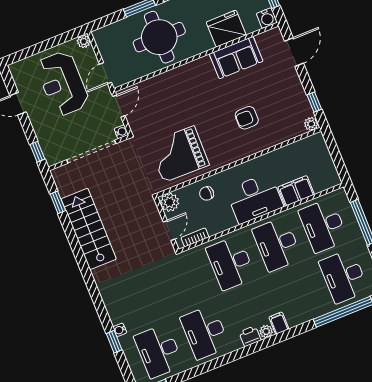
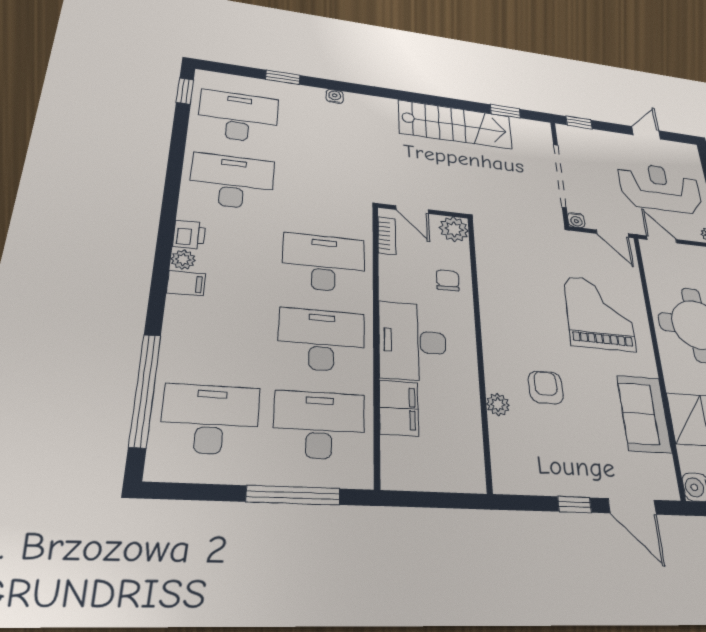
window: (314, 102) -> (575, 505), moved
plant: (311, 124) -> (498, 404), moved
grand piano: (179, 154) -> (599, 313), moved
water cooler: (120, 330) -> (335, 96), moved

